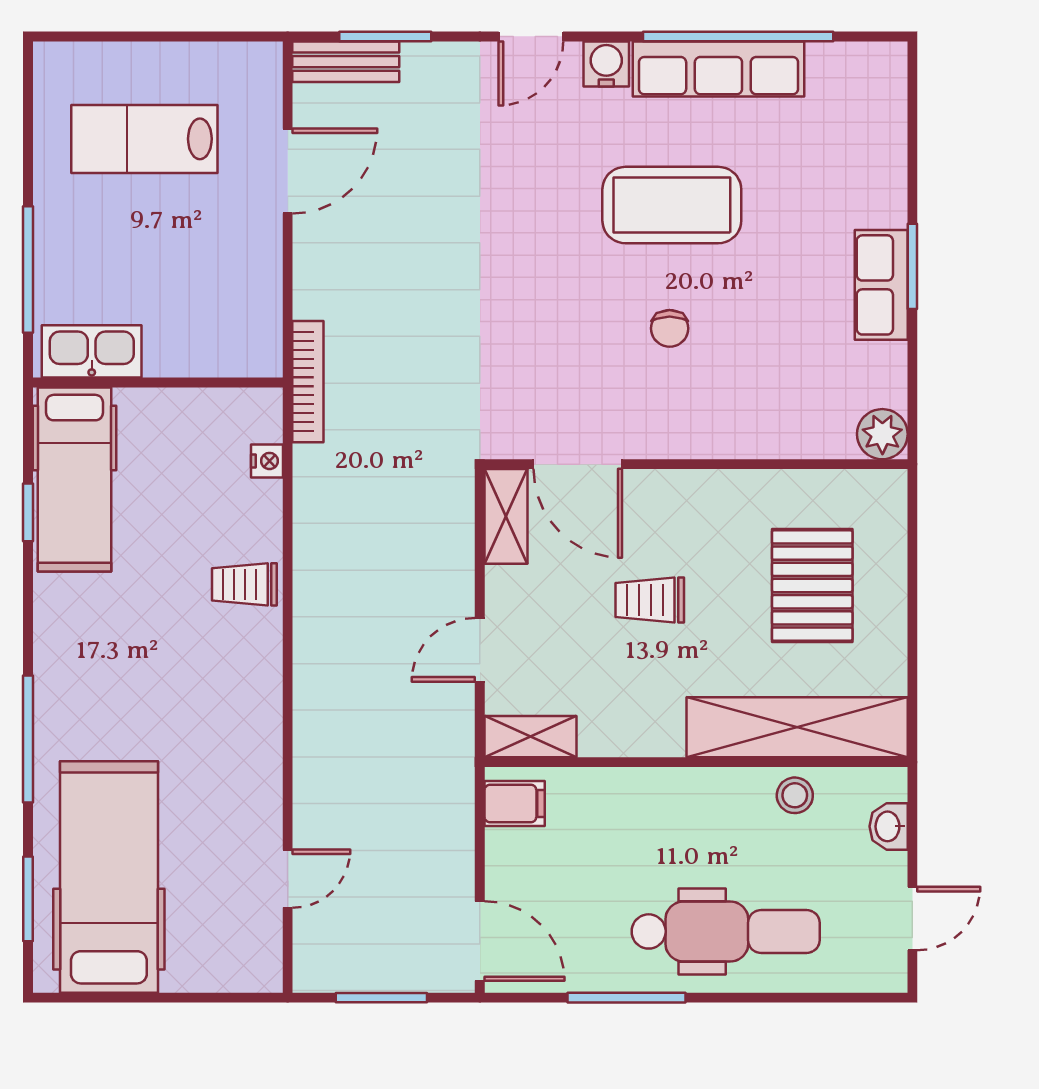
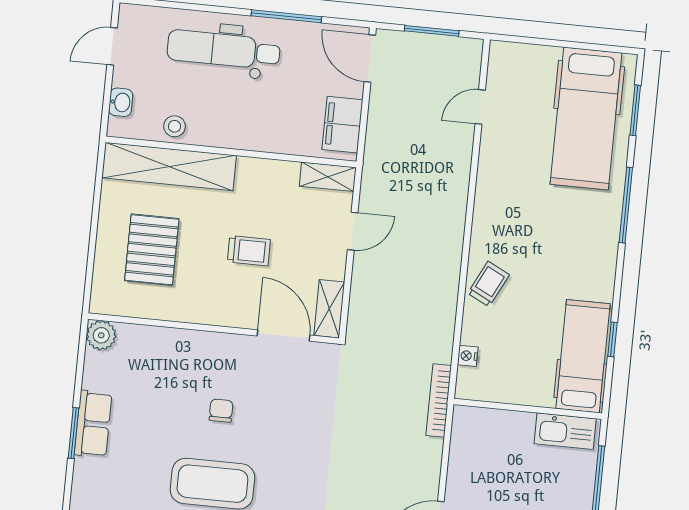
trolley: (244, 584) -> (488, 284), turned -63
filing cabinet: (515, 804) -> (342, 125), width x2.00

